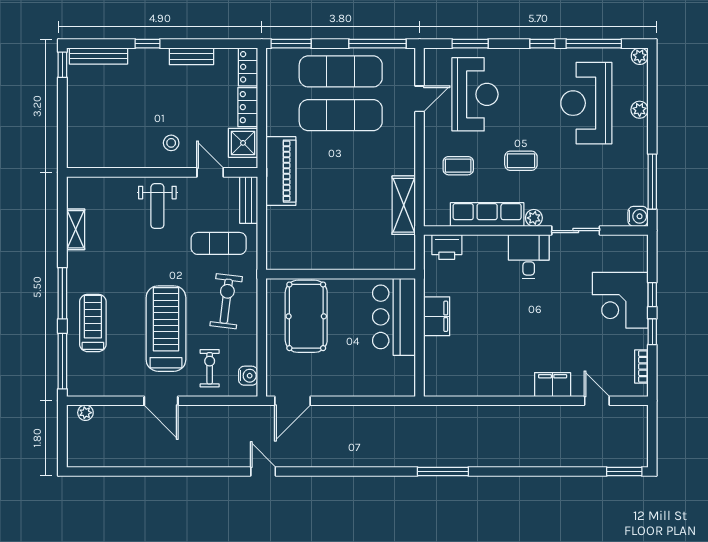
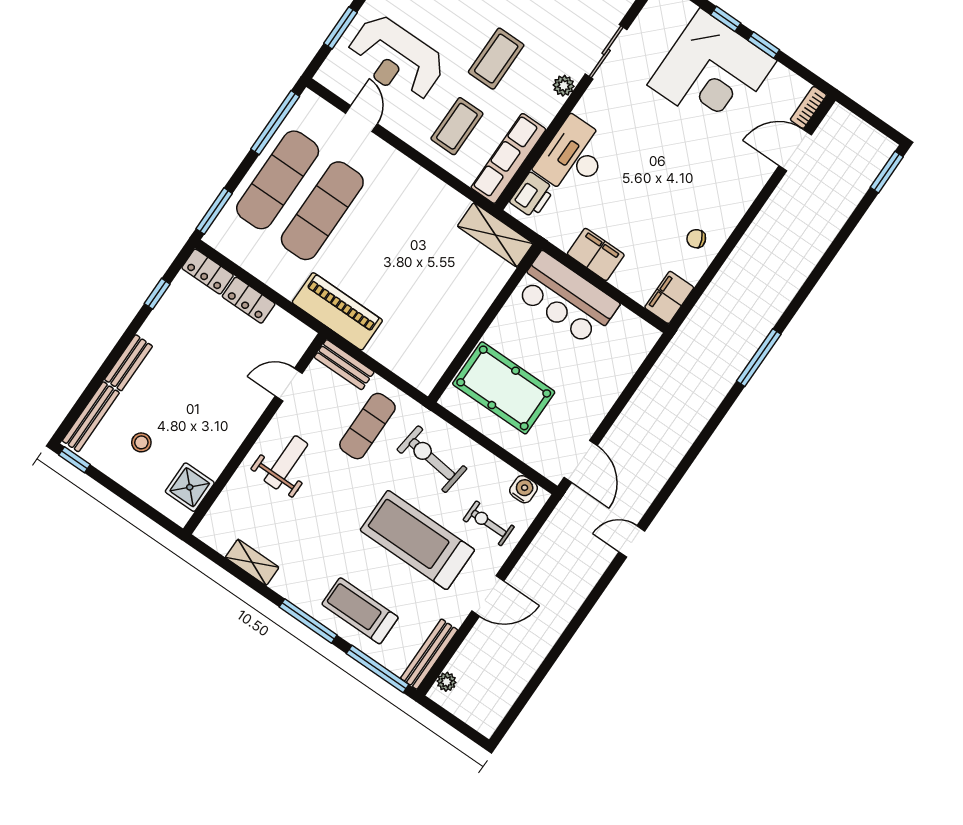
window: (147, 44) -> (157, 294), moved
bench: (191, 56) -> (128, 363), moved
reception desk: (475, 94) -> (396, 59), turned 180
stool: (171, 143) -> (141, 442), moved
shower: (243, 143) -> (190, 487), moved
coffee table: (521, 161) -> (496, 59), width x1.36, depth x1.30
coffee table: (458, 166) -> (457, 126), width x1.36, depth x1.30
shelving: (404, 205) -> (495, 235), moved
weight bench: (157, 206) -> (286, 462), turned -90
row of seats: (487, 215) -> (508, 158), moved
desk: (529, 257) -> (573, 156), moved, width x1.37
corner desk: (620, 300) -> (712, 73), width x1.36, depth x1.36
bookcase: (641, 366) -> (808, 107), moved, turned 90
chair: (493, 376) -> (696, 239), added
filing cabinet: (553, 385) -> (669, 297), moved
bench: (96, 388) -> (429, 654), added
door: (597, 401) -> (795, 150), width x1.38

